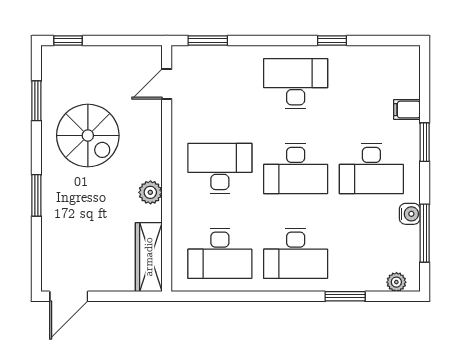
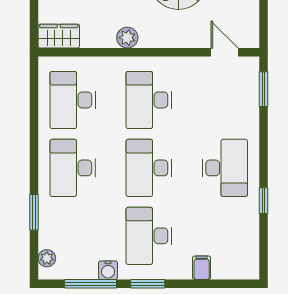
window: (425, 142) -> (148, 284), moved
desk: (220, 168) -> (149, 100), turned 180
wardrobe: (149, 257) -> (59, 36), width x0.67

